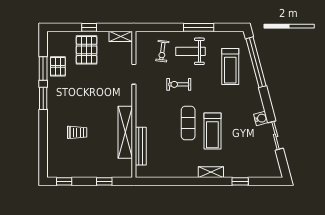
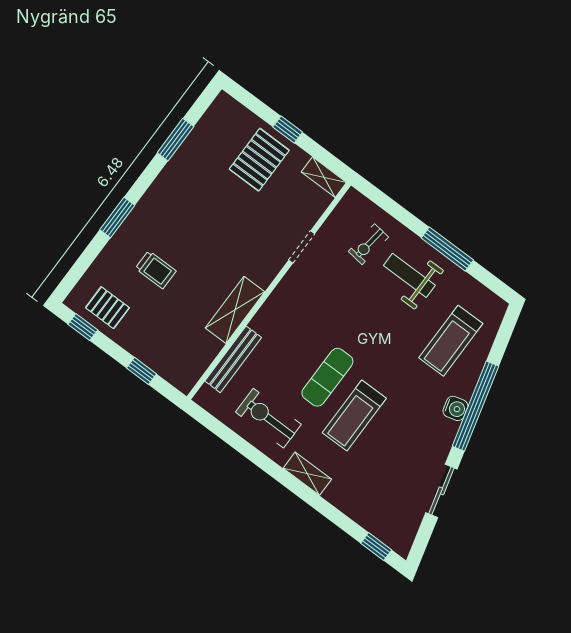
window: (256, 62) -> (475, 406), moved
pallet: (58, 66) -> (107, 308), moved, turned 90
exercise bike: (179, 84) -> (268, 418), moved, width x1.38, depth x1.39
window: (43, 98) -> (117, 218), moved
water cooler: (261, 118) -> (455, 408), moved
shelving: (125, 132) -> (235, 310), width x0.68
window: (240, 181) -> (376, 547), moved

